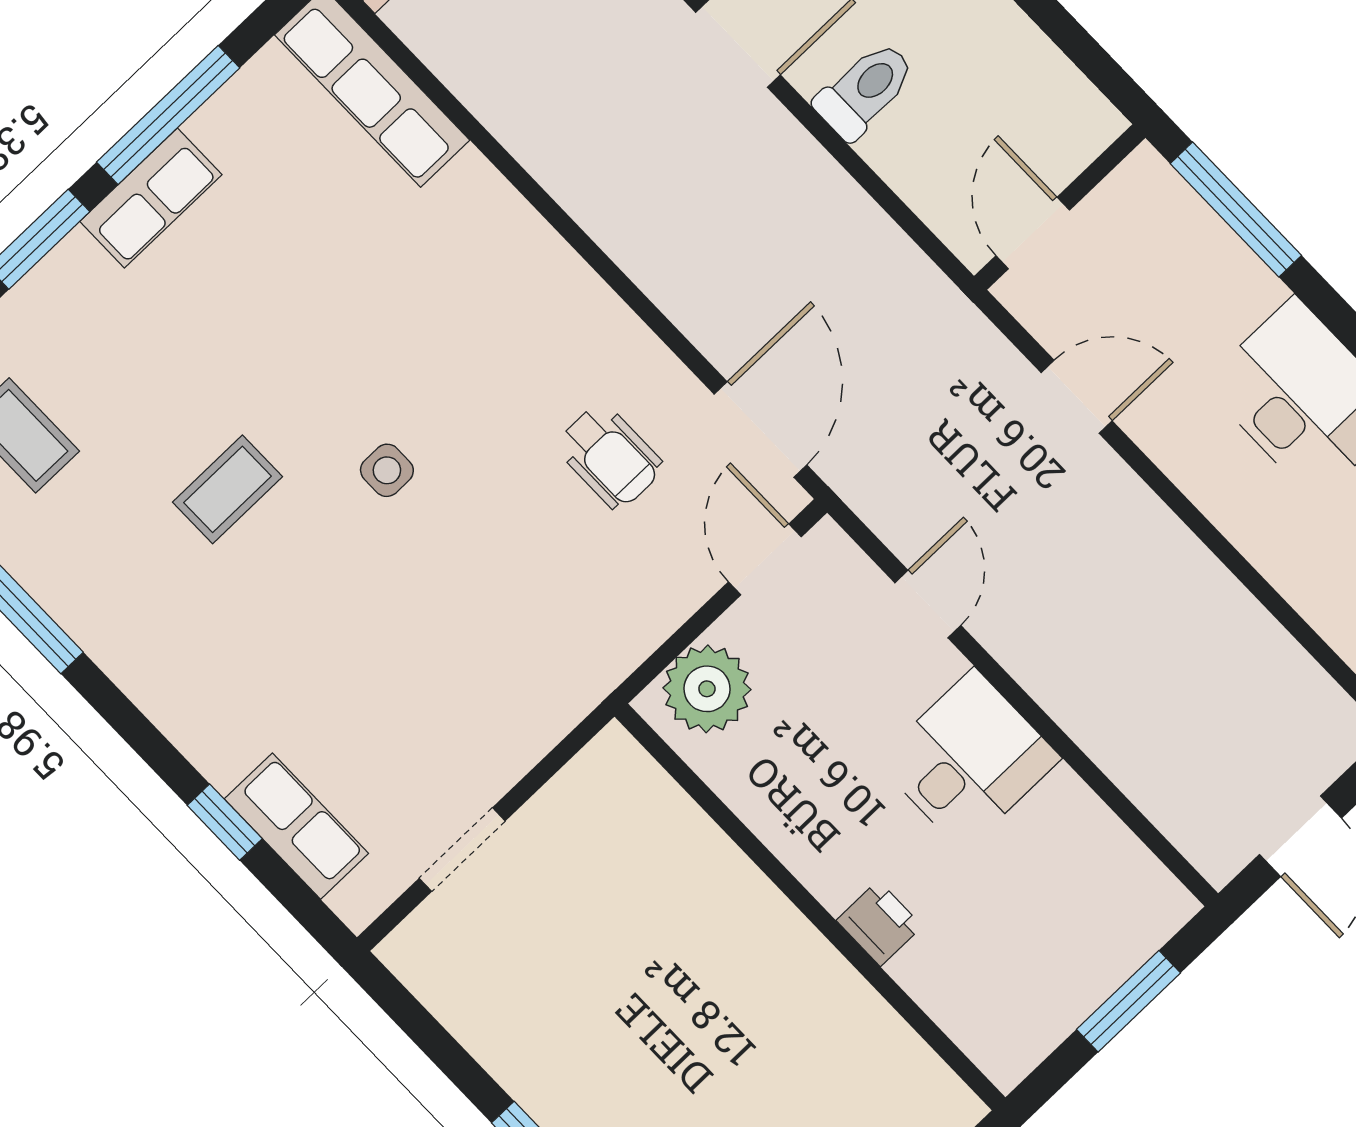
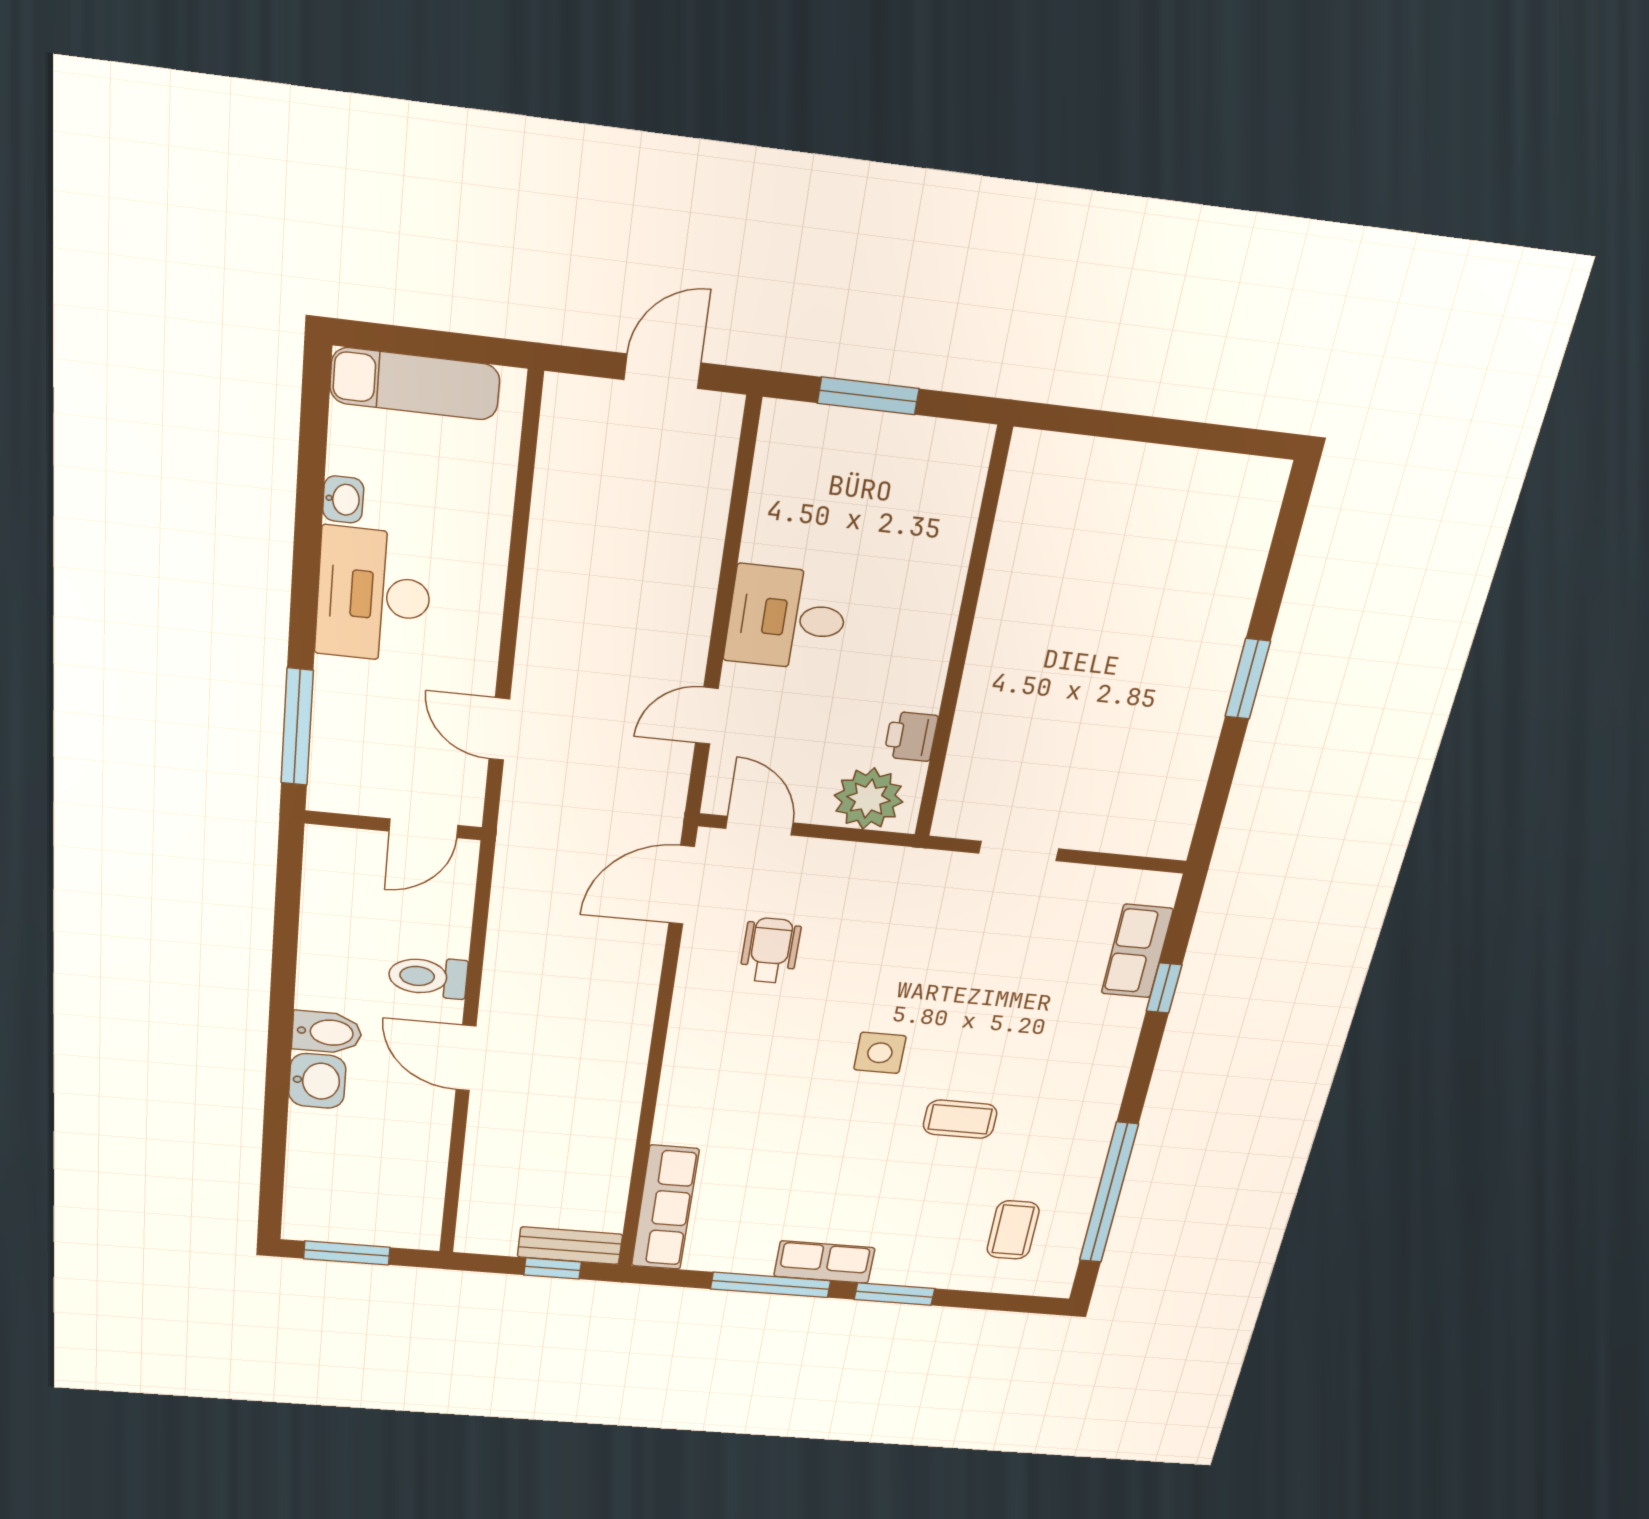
side table: (387, 470) -> (880, 1053), width x1.37, depth x1.37
door: (765, 559) -> (759, 826), swing flipped
doorway: (462, 850) -> (1019, 851), moved
printer: (879, 923) -> (911, 736), moved

